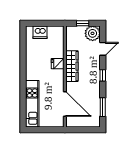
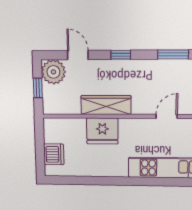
fridge: (58, 64) -> (102, 131), width x1.88, depth x1.34
door: (65, 104) -> (167, 116), width x0.53

